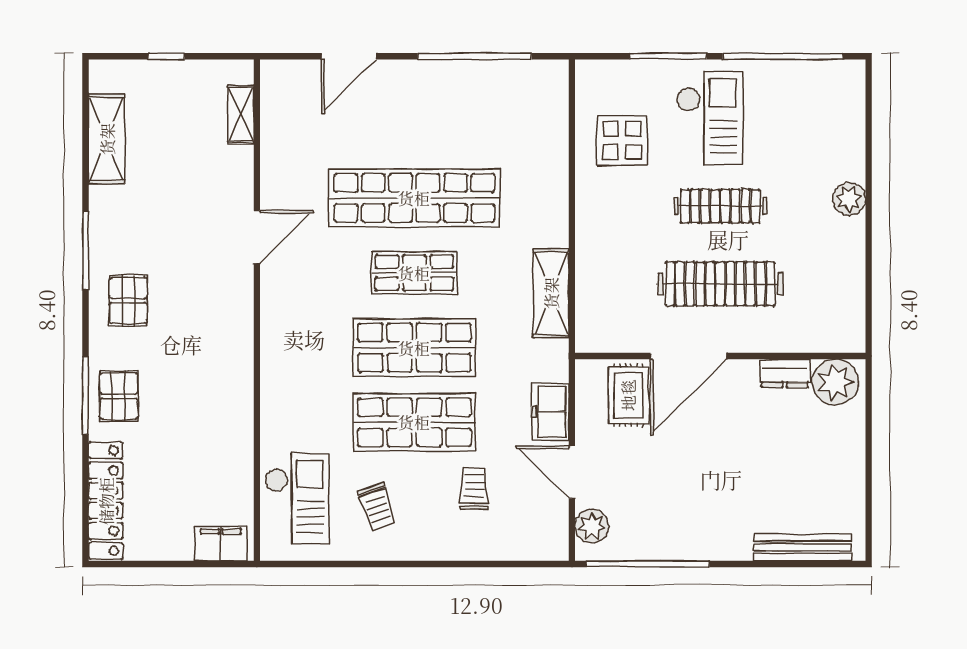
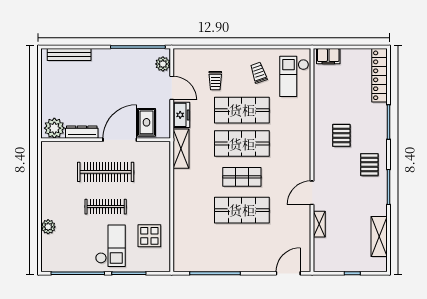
door: (349, 56) -> (288, 273), moved
shelving: (241, 114) -> (319, 224), moved
checkout: (710, 118) -> (110, 246), turned 180
shop shelf: (414, 198) -> (242, 210), width x0.71
plant: (849, 199) -> (48, 227), moved
shelving: (551, 293) -> (181, 149), moved
dresser: (785, 373) -> (82, 132), width x1.44
pallet: (119, 396) -> (341, 135), moved

